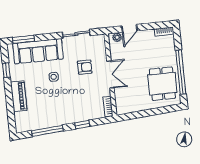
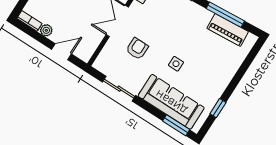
plant: (117, 37) -> (46, 30), moved
armchair: (85, 67) -> (137, 49), turned 90
piano: (19, 96) -> (228, 30), moved, turned -94

